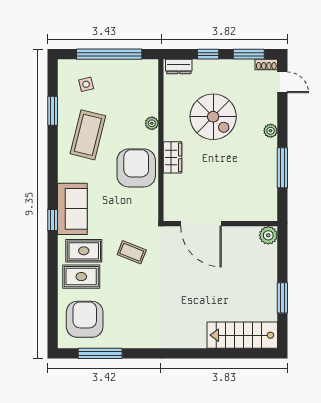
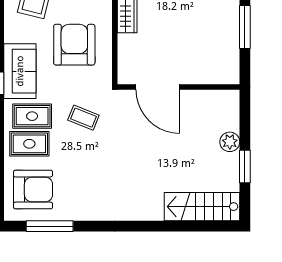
armchair: (136, 168) -> (74, 45), moved
plant: (268, 235) -> (230, 142), moved
armchair: (85, 319) -> (33, 190), turned 90

